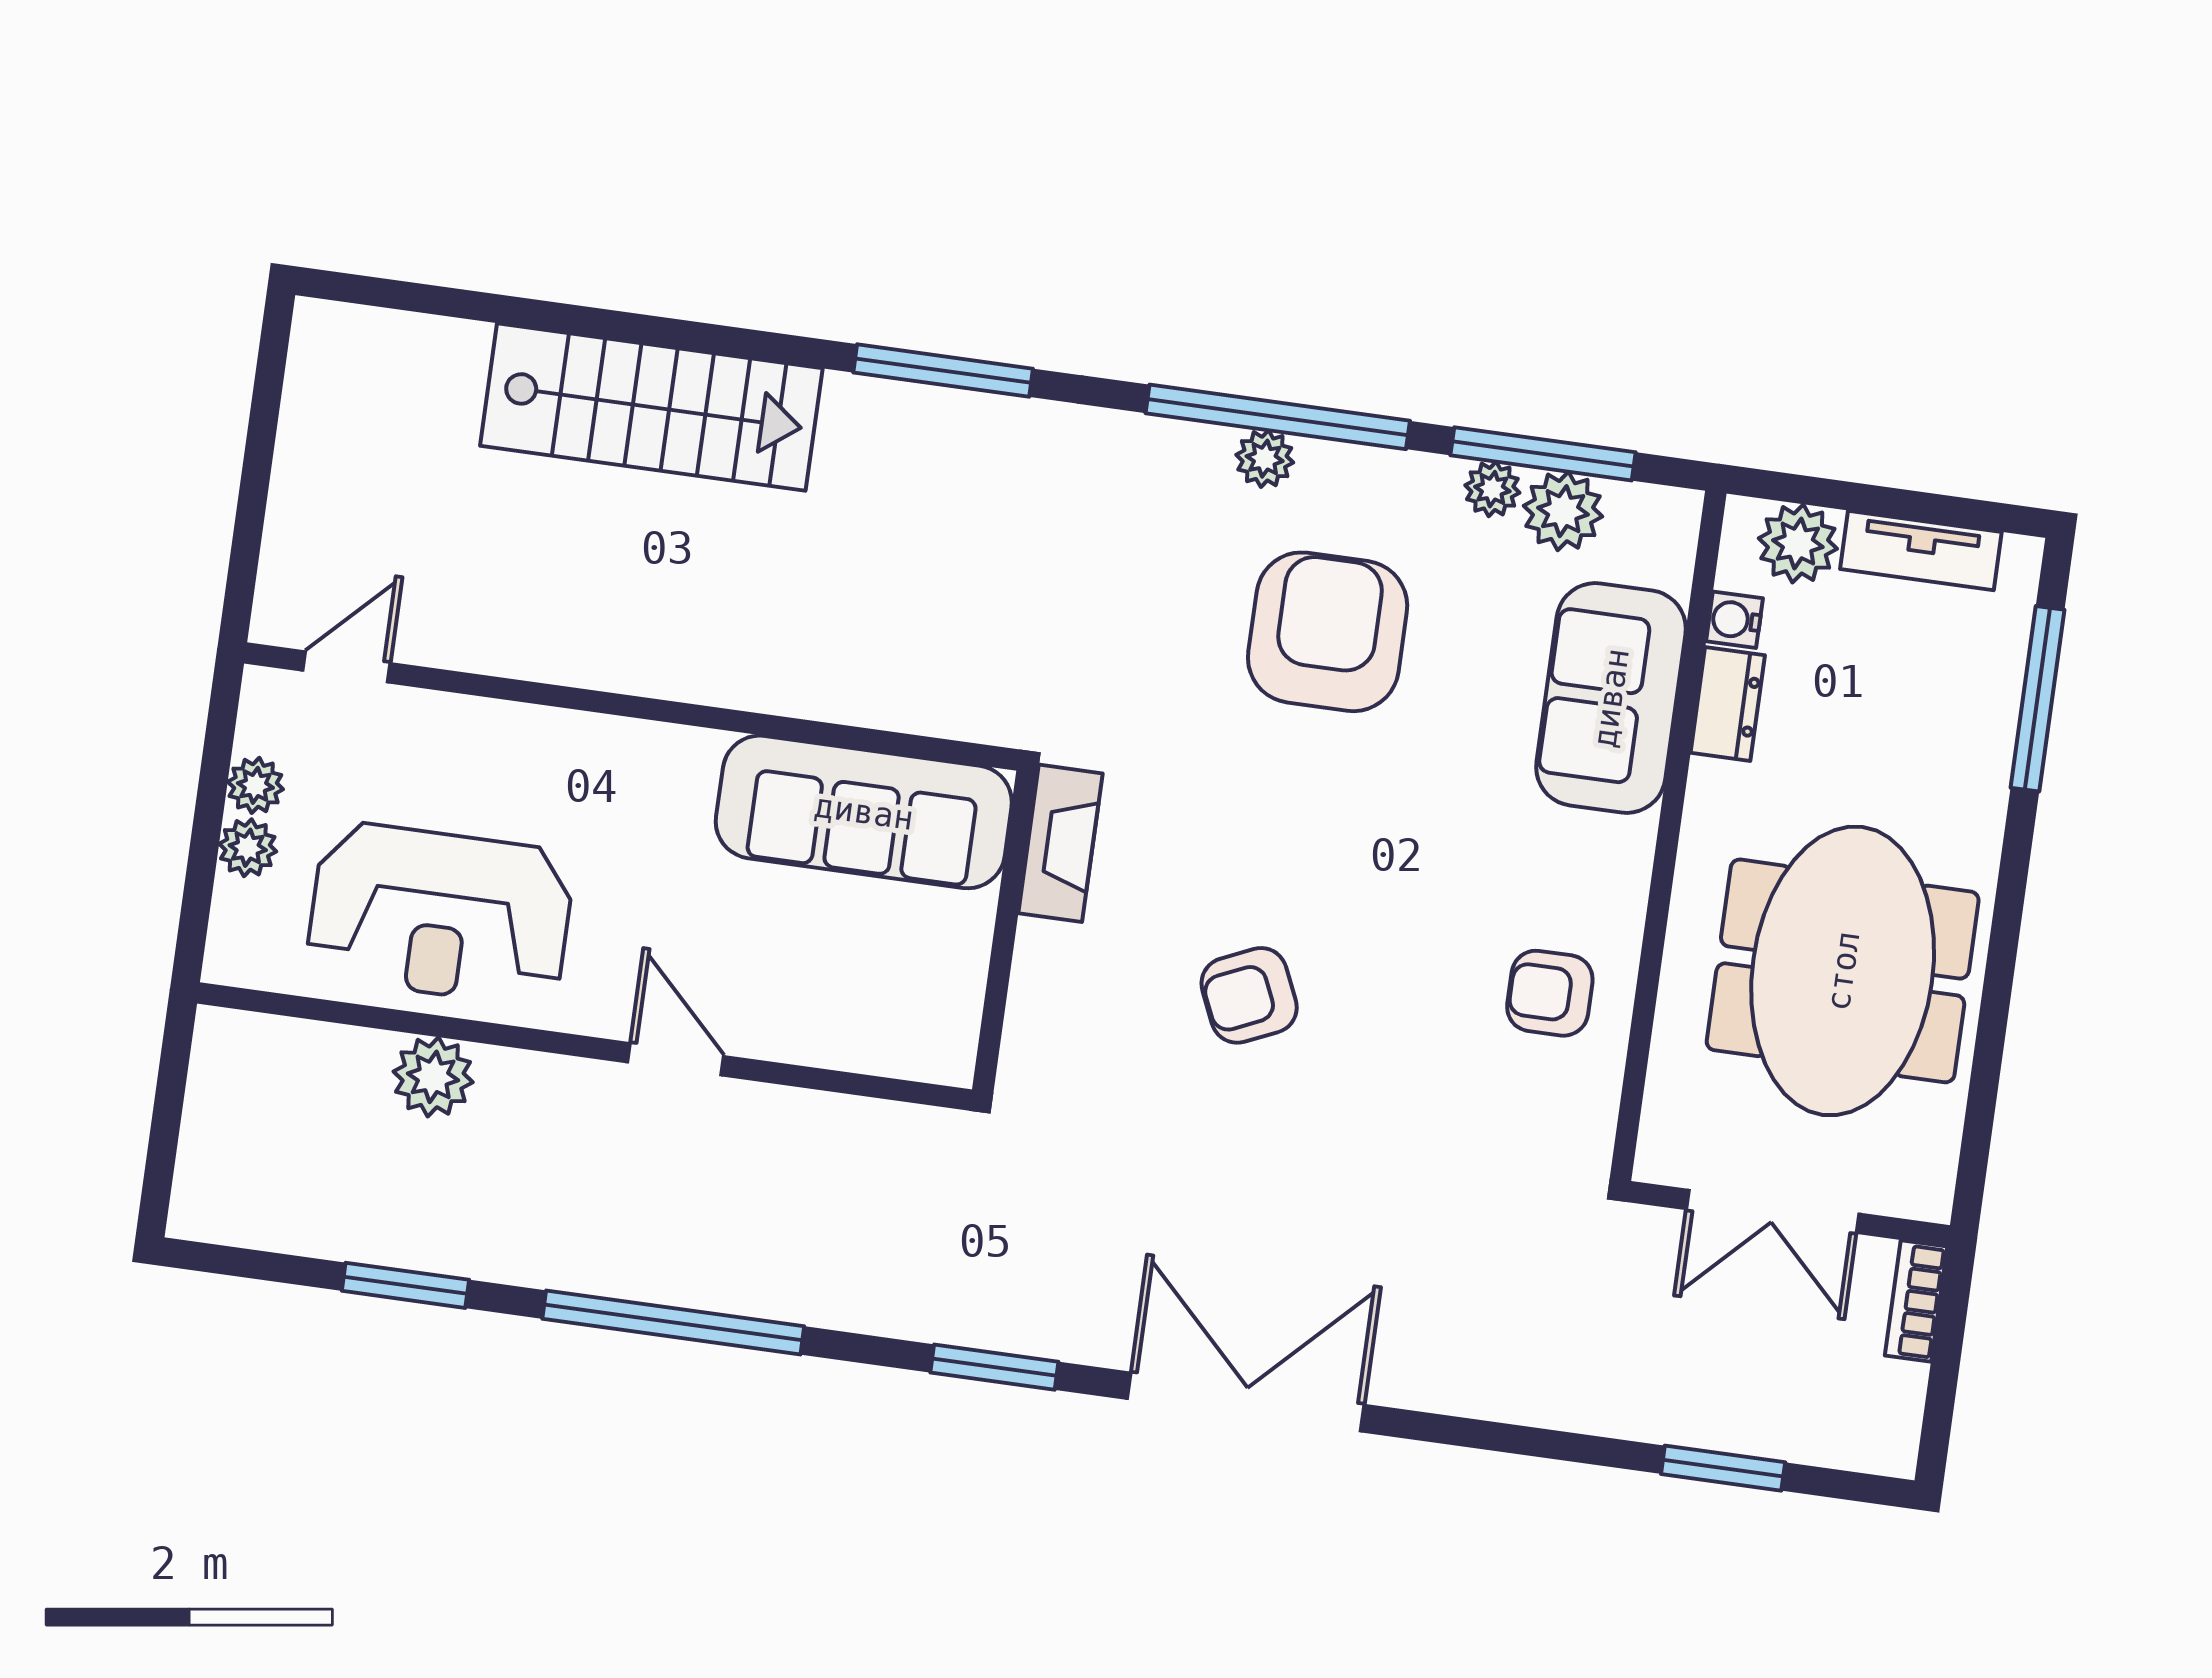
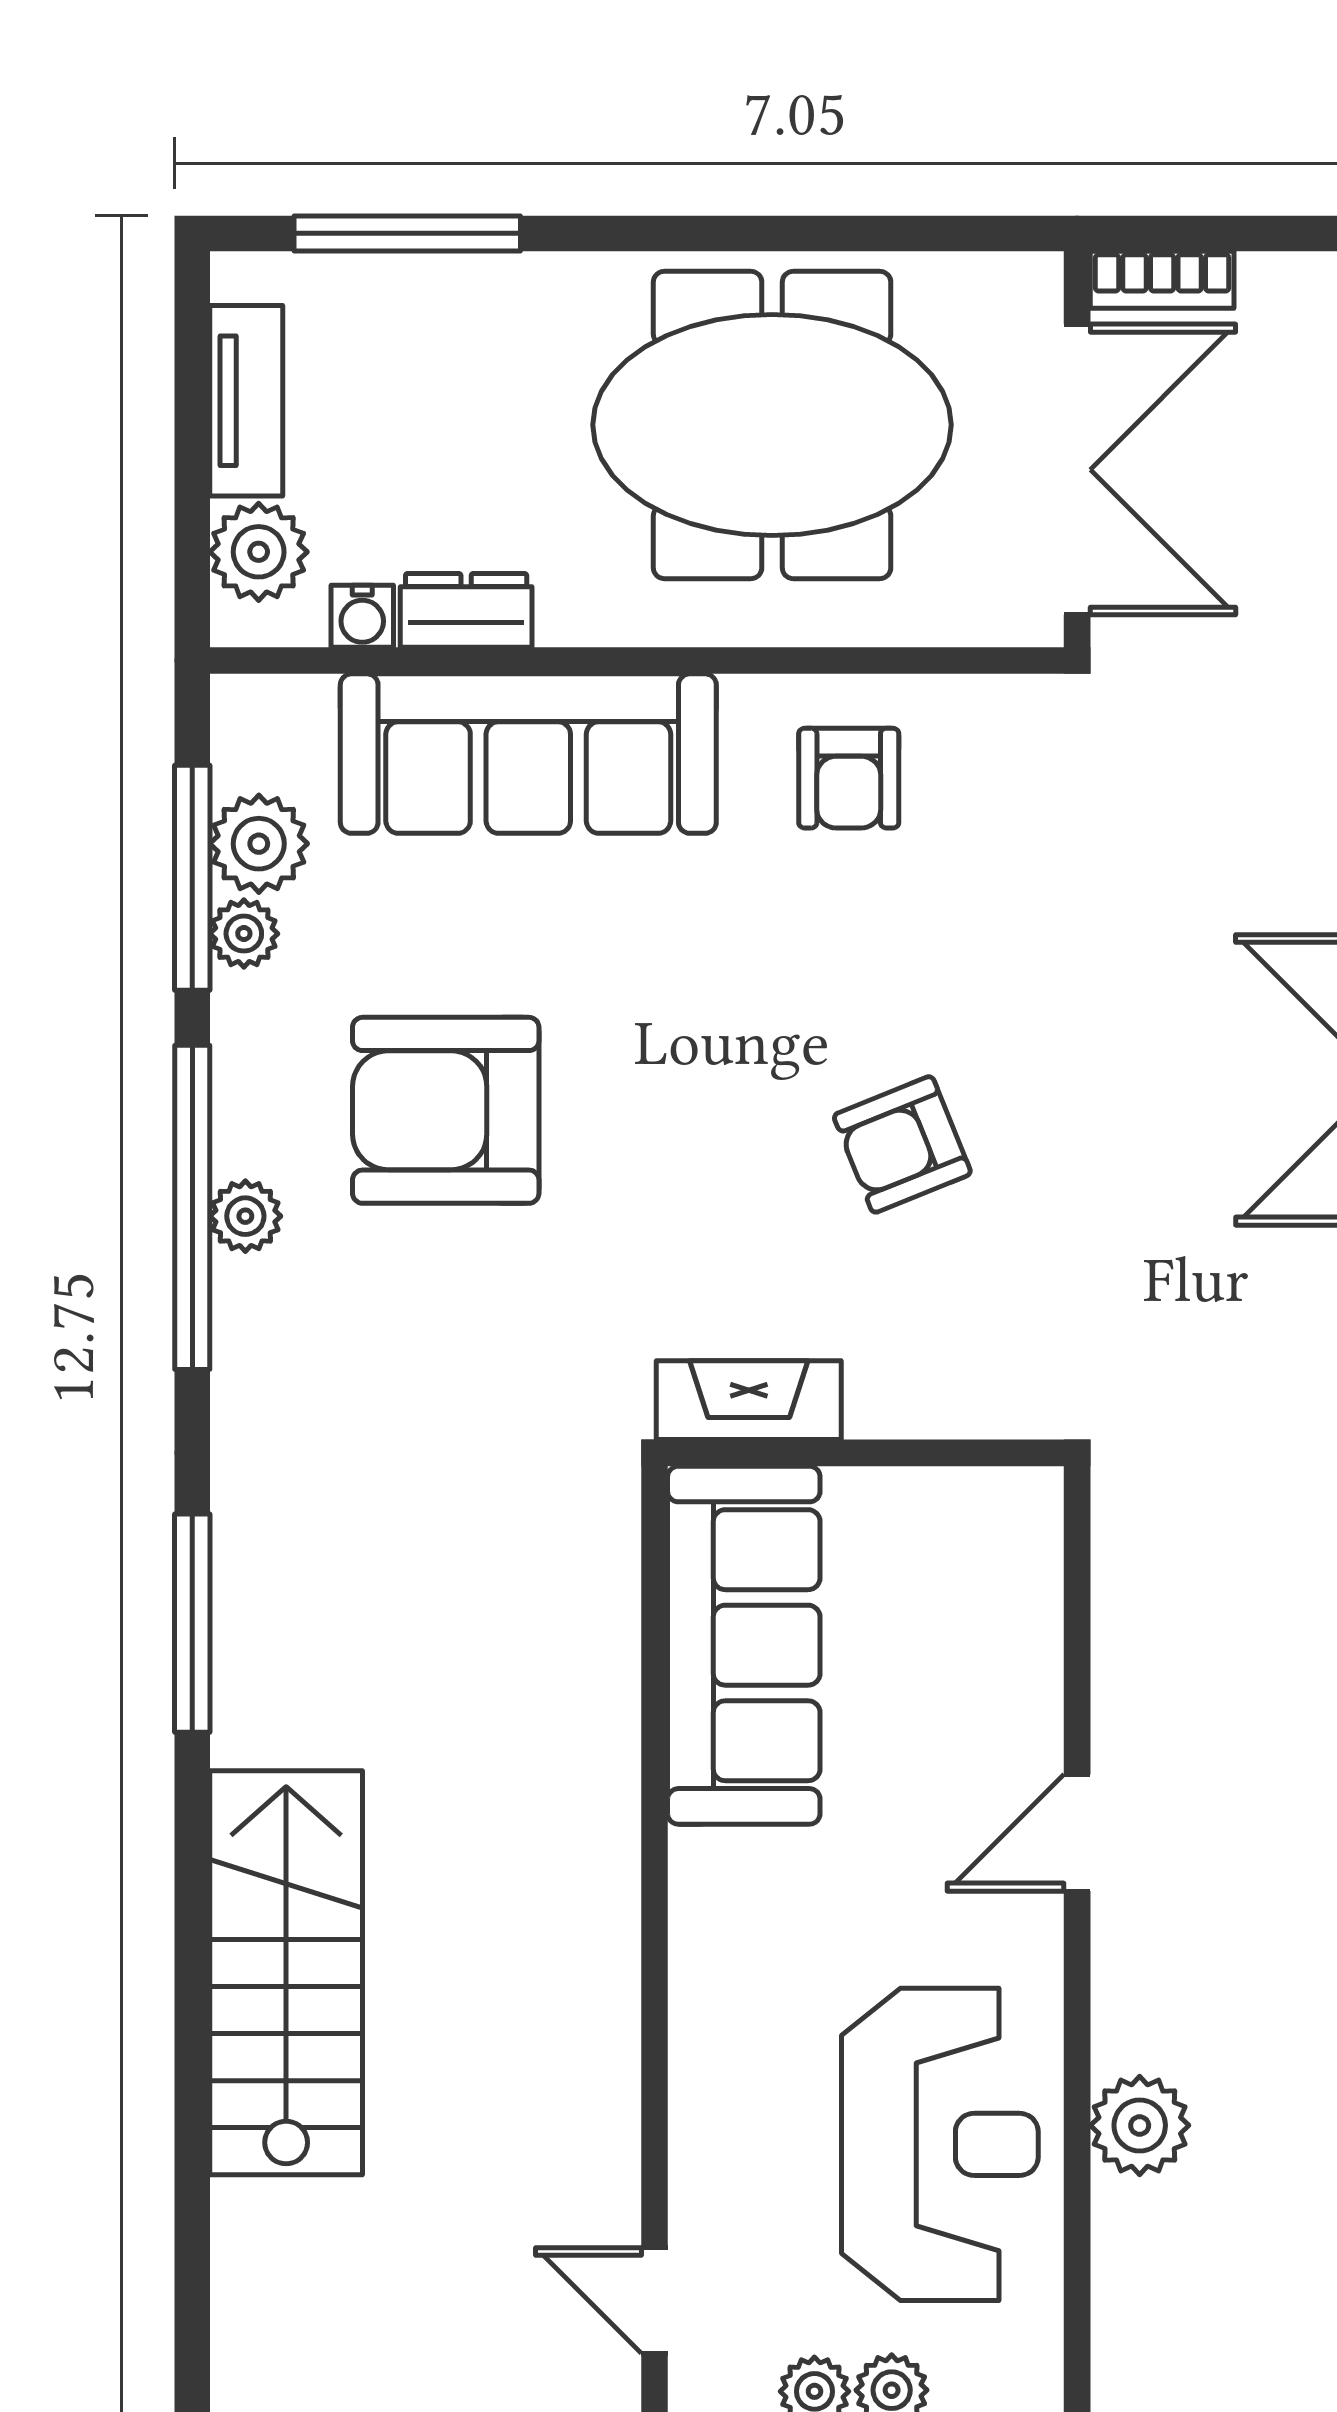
sofa: (1611, 698) -> (528, 754), width x1.36
armchair: (1249, 995) -> (902, 1144), turned 92
double door: (1773, 1211) -> (1077, 470), width x1.37

